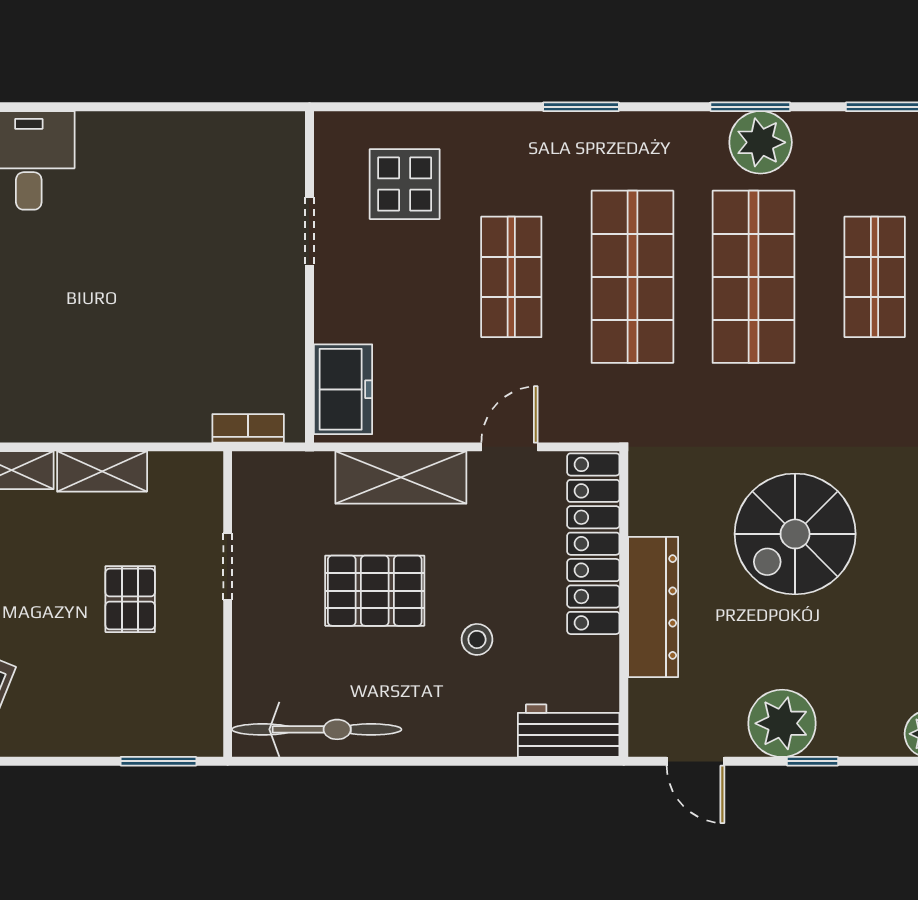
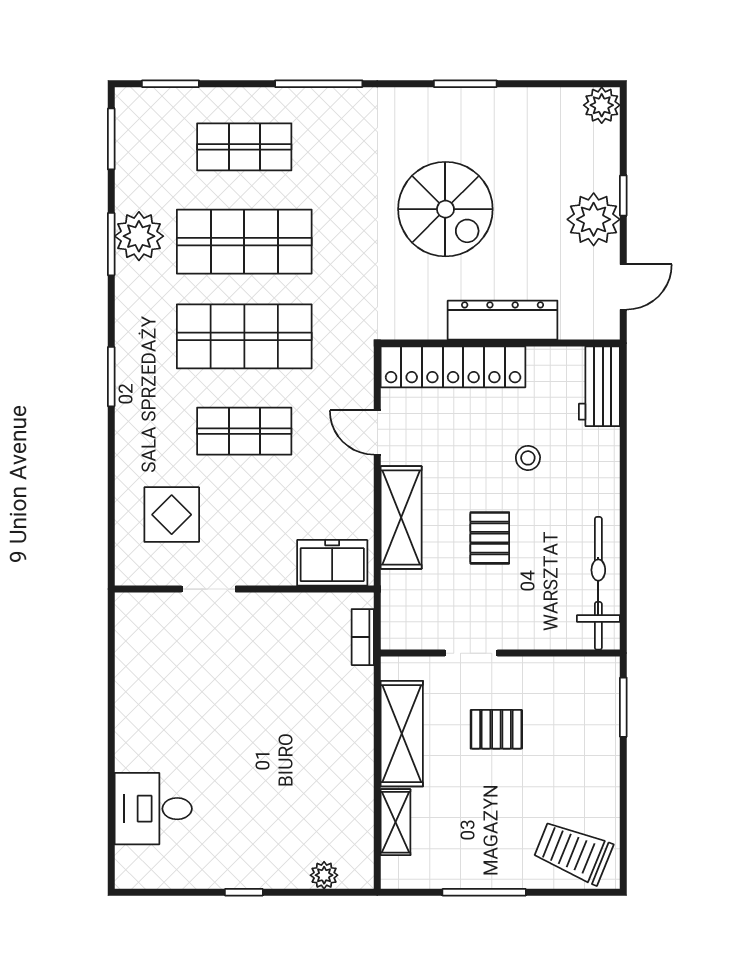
shelving: (102, 471) -> (402, 734), width x1.50, depth x1.33
pallet: (375, 591) -> (490, 538), width x0.67, depth x0.71

